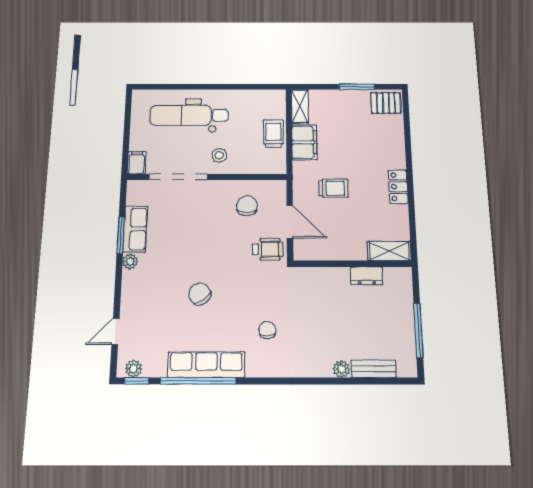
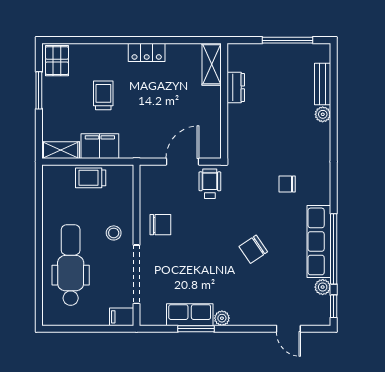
dental chair: (189, 115) -> (71, 265), turned 180
trolley: (333, 188) -> (103, 95), moved
chair: (247, 206) -> (160, 225), moved, turned 180
plant: (134, 369) -> (323, 287), moved

